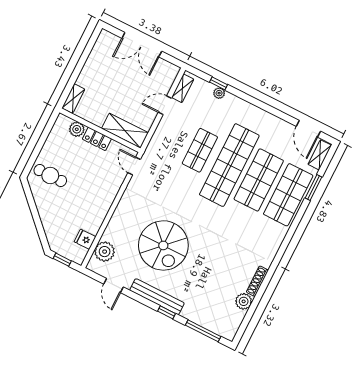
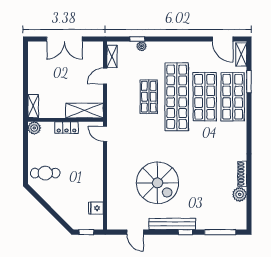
plant: (77, 129) -> (34, 128), moved
plant: (105, 252) -> (115, 210), removed

